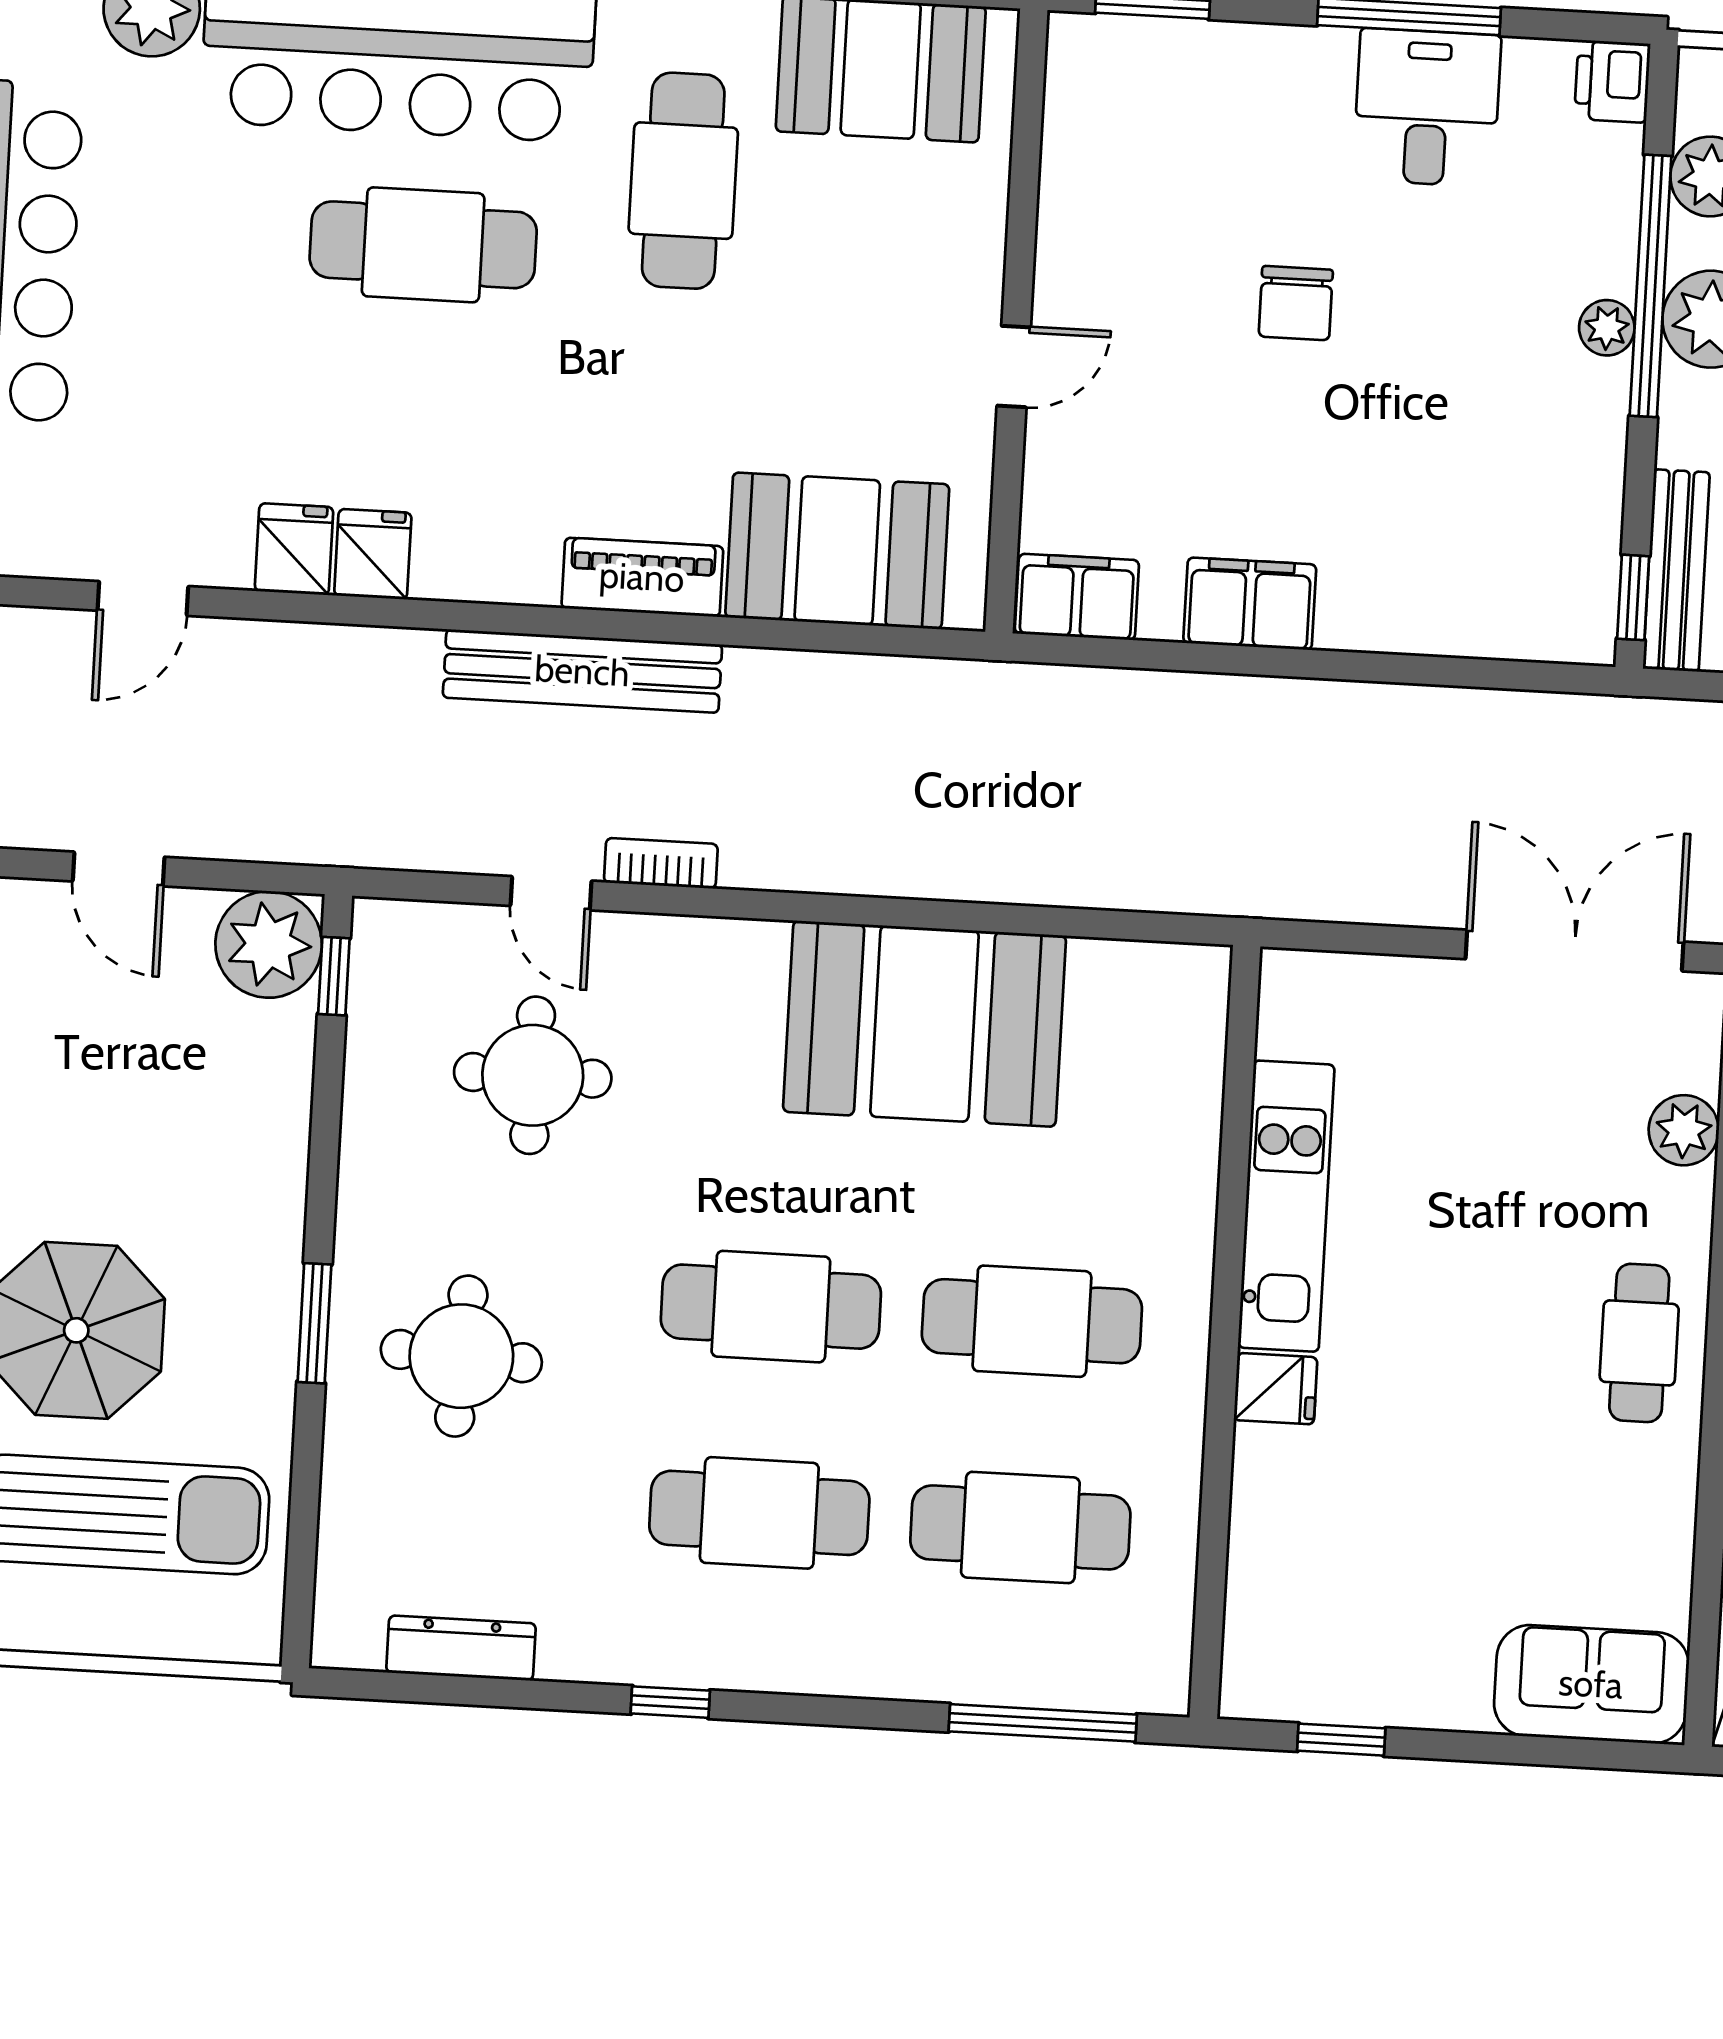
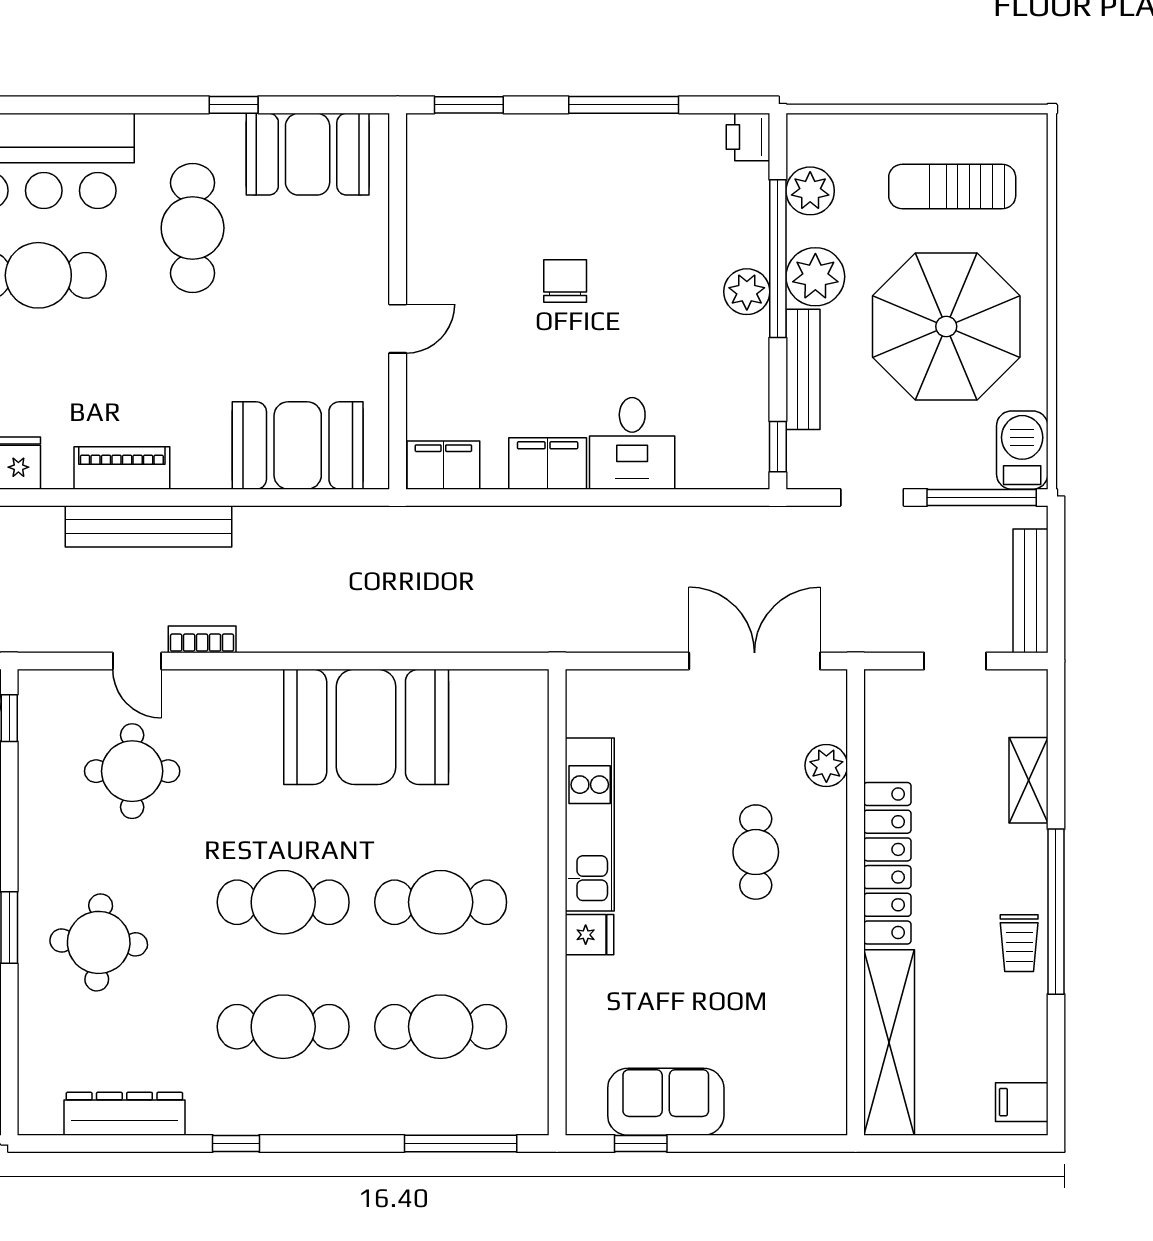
desk: (1427, 108) -> (632, 443), moved, turned 180
chair: (1296, 303) -> (565, 281), turned 180
plant: (1607, 328) -> (747, 292), width x1.38, depth x1.38
bench: (1676, 571) -> (803, 369), moved
piano: (642, 577) -> (122, 468), moved
cafe table: (1639, 1343) -> (756, 852), moved
dresser: (461, 1648) -> (124, 1114), width x1.37, depth x1.24
sofa: (1591, 1684) -> (666, 1102), moved

